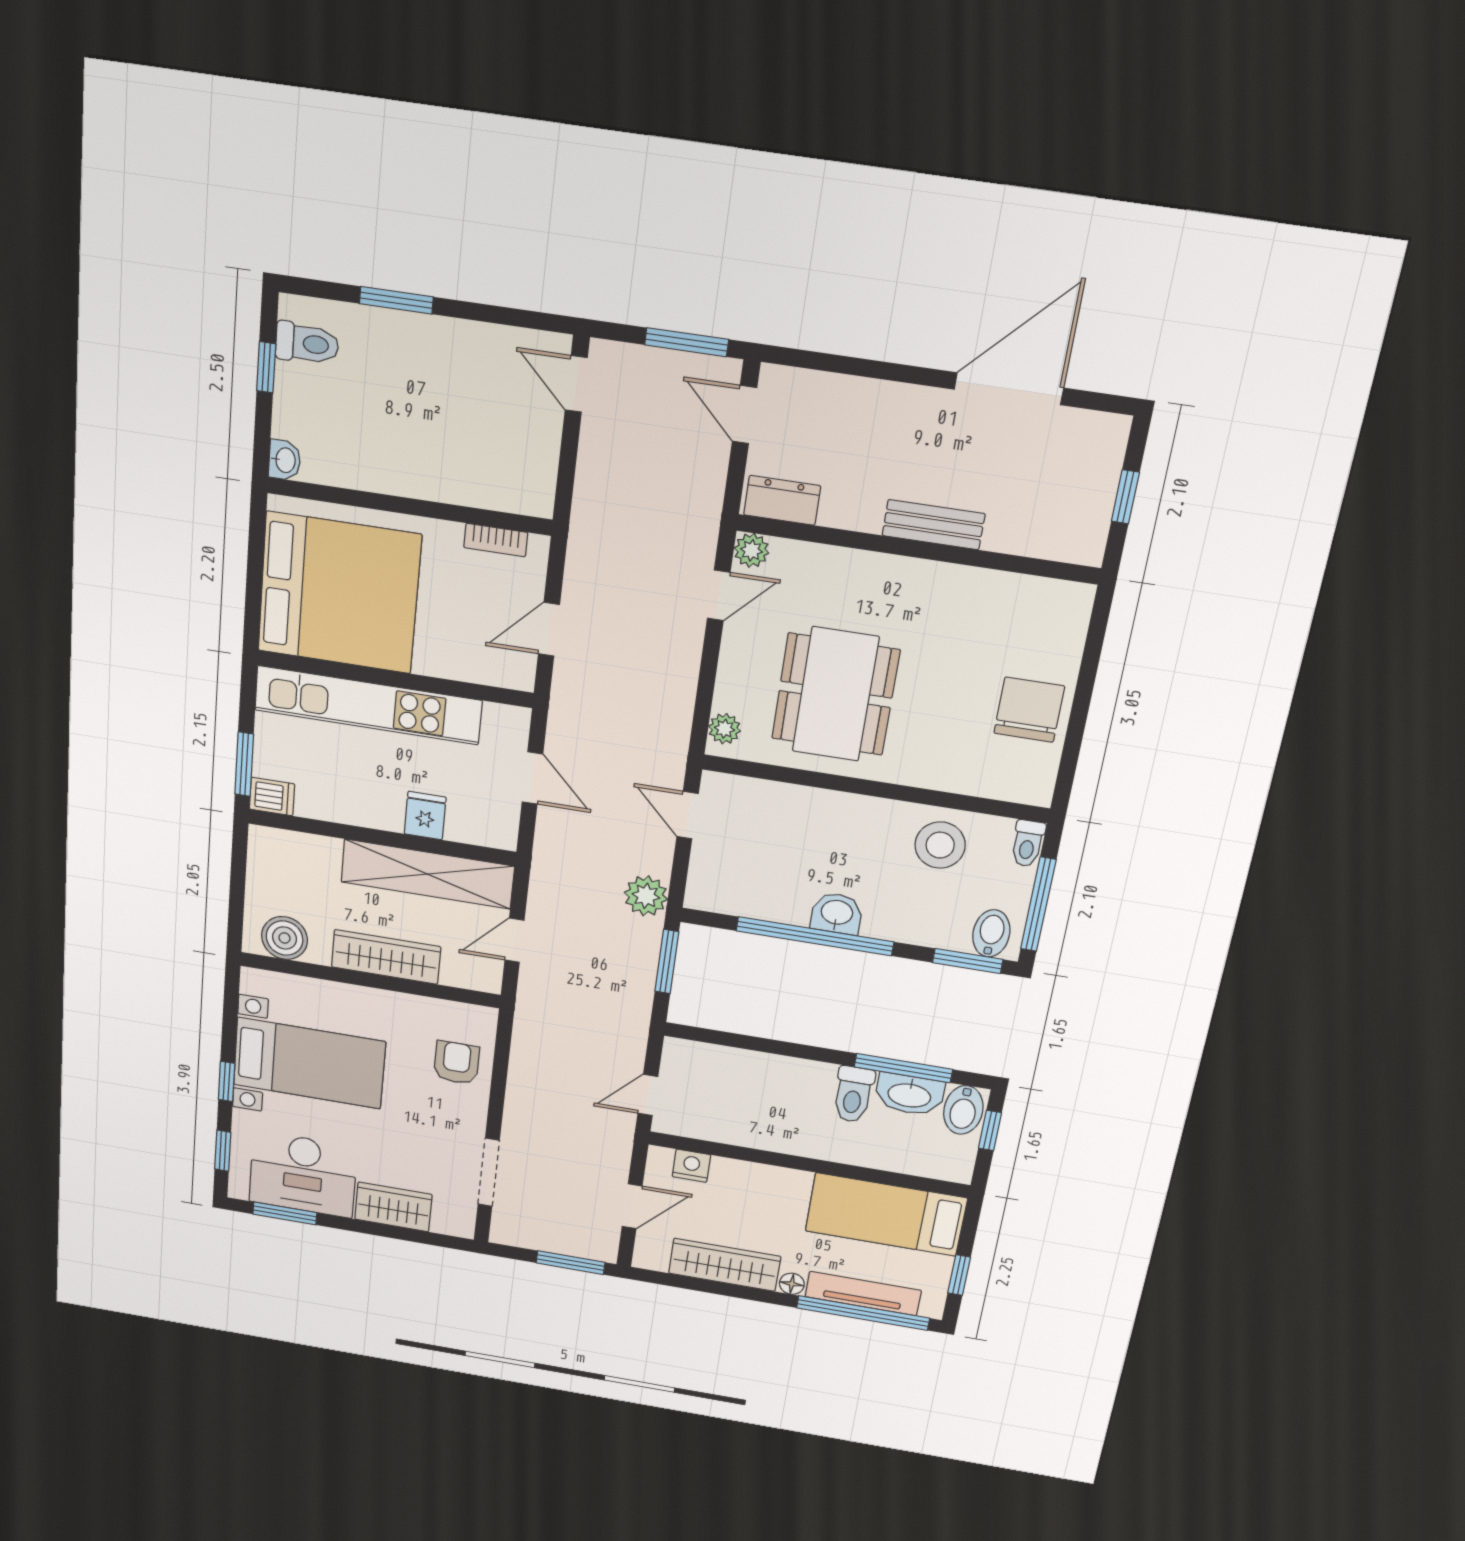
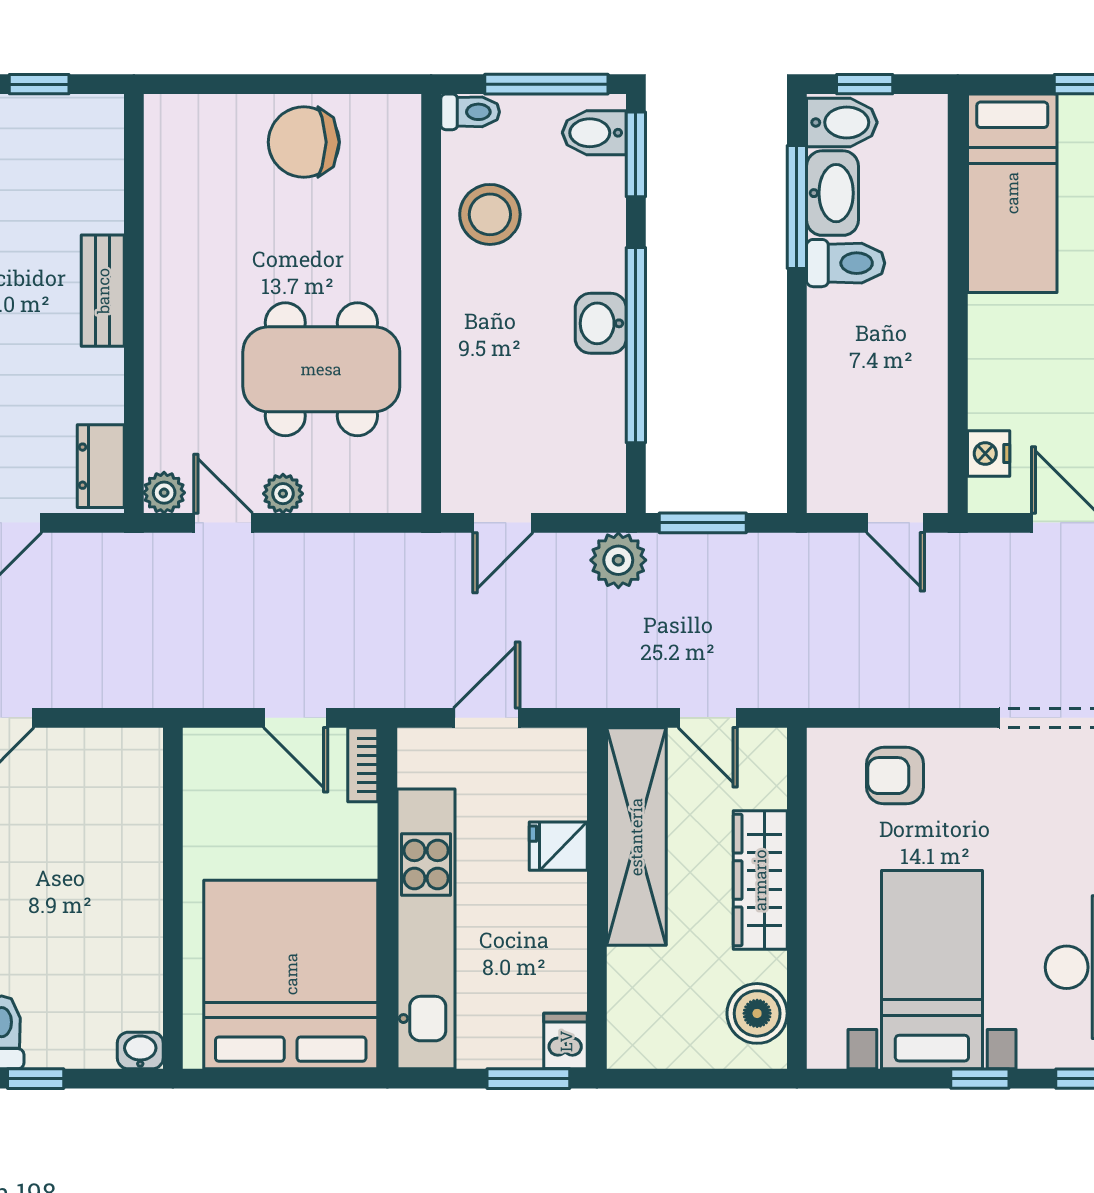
bookcase: (496, 540) -> (363, 765), moved, turned 180
plant: (724, 729) -> (283, 494), moved

